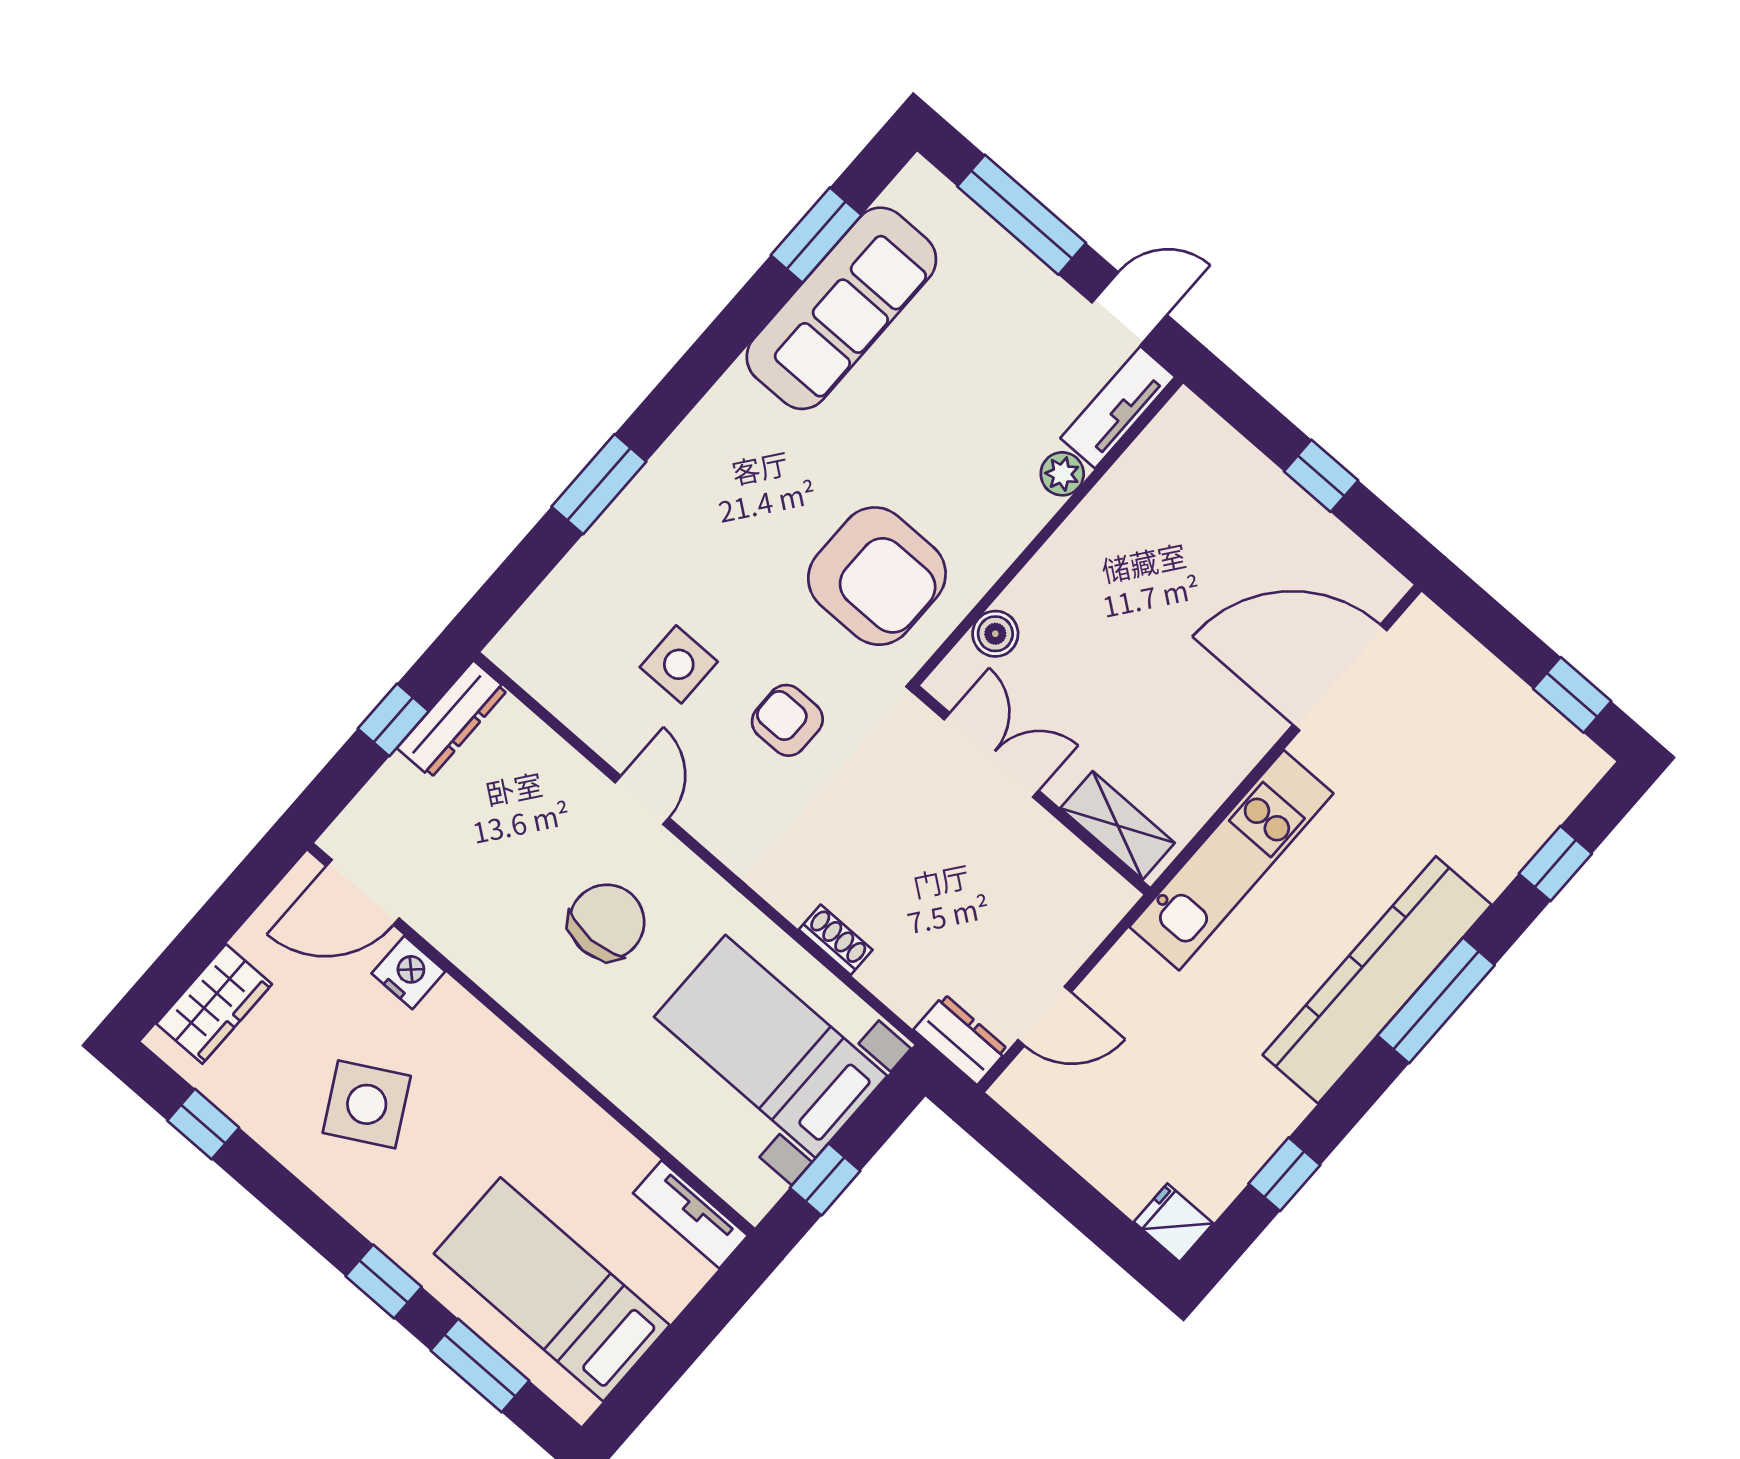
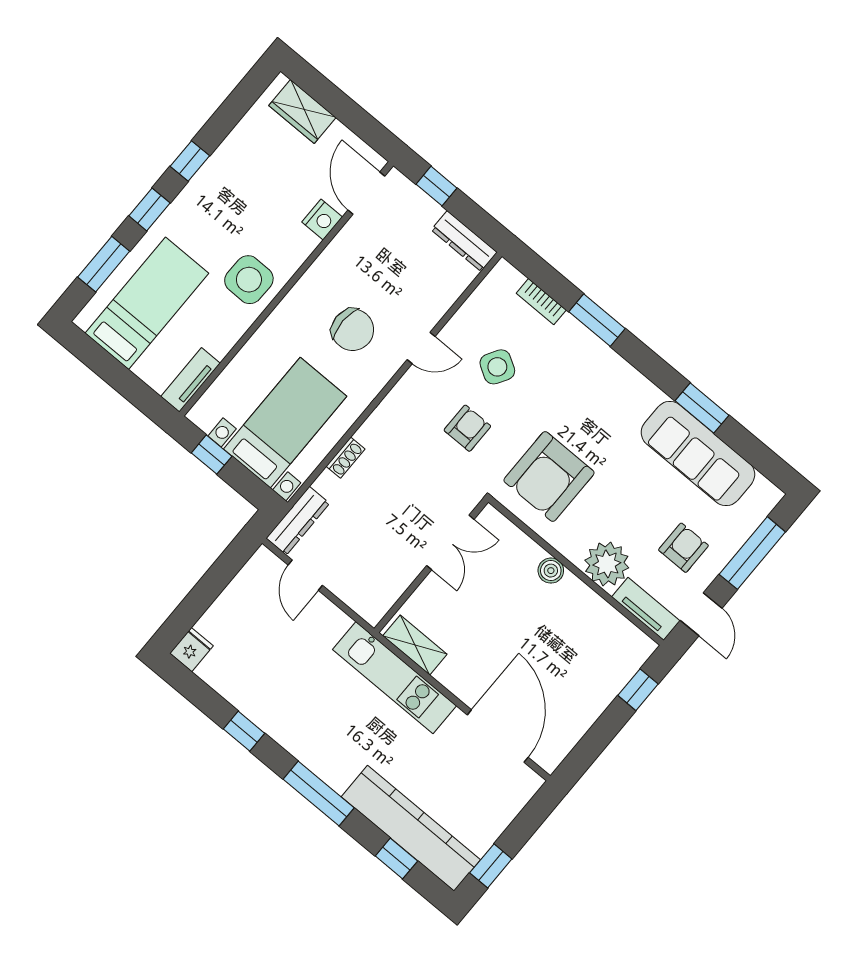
window: (816, 235) -> (702, 408), moved
armchair: (1010, 338) -> (683, 548), added
plant: (1062, 474) -> (607, 564), width x1.88, depth x1.88
window: (1321, 476) -> (638, 690), moved
bookcase: (564, 583) -> (541, 302), added
boiler: (995, 634) -> (551, 571), moved
side table: (679, 664) -> (497, 367), turned 31
window: (393, 720) -> (437, 186), moved
shelving: (1118, 825) -> (415, 645), moved, turned 90
kitchen counter: (1377, 980) -> (411, 828), moved
dresser: (961, 1040) -> (298, 521), width x1.44
side table: (367, 1104) -> (249, 280), moved, turned 30
window: (203, 1124) -> (190, 161), moved
window: (1284, 1174) -> (244, 731), moved

